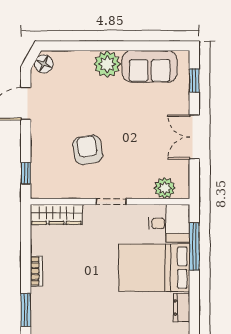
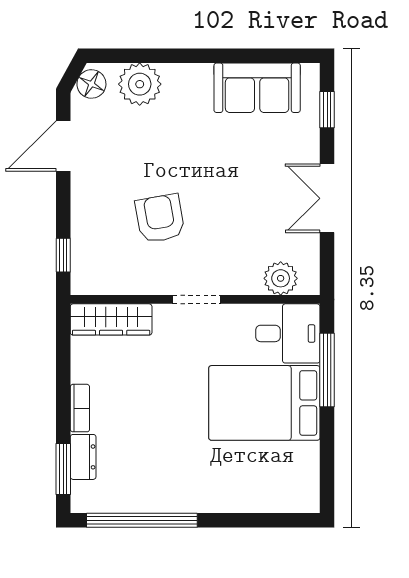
plant: (107, 64) -> (140, 84), moved
dresser: (182, 308) -> (83, 457), moved, turned 180

